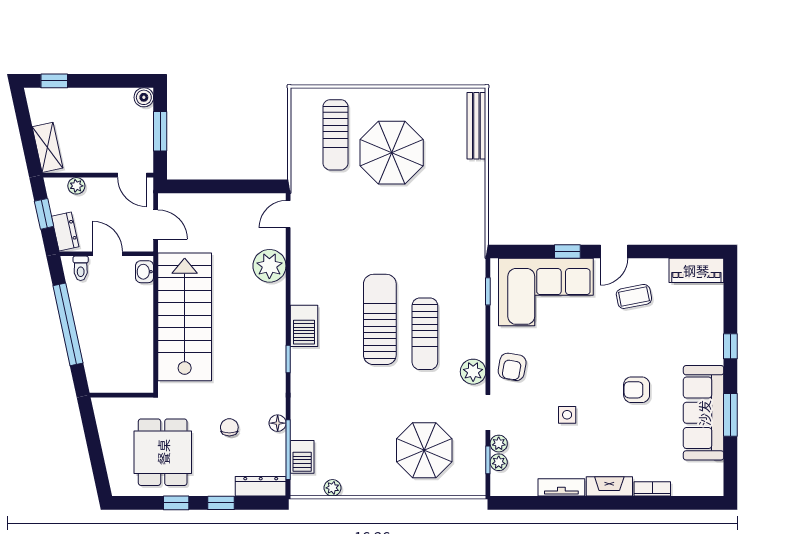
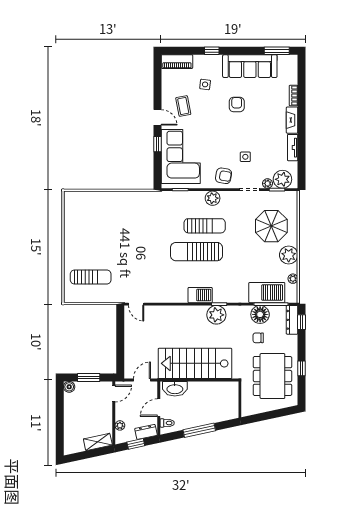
window: (54, 81) -> (60, 438), removed
bench: (476, 126) -> (85, 196), removed
parasol: (392, 153) -> (101, 245), removed
plant: (269, 266) -> (216, 315), moved
piano: (696, 270) -> (177, 62), moved, turned 90
washbasin: (145, 272) -> (175, 389), width x1.91, depth x1.45
window: (68, 324) -> (199, 430), width x0.68
side table: (672, 335) -> (205, 84), added
plant: (473, 372) -> (213, 198), moved
armchair: (637, 390) -> (237, 104), turned 180
side table: (567, 415) -> (245, 157), moved
window: (730, 415) -> (277, 51), moved
floor lamp: (278, 423) -> (260, 314), width x1.89, depth x1.89
dining table: (163, 452) -> (272, 376), width x1.38
barbecue: (302, 457) -> (267, 293), width x1.88, depth x1.53
plant: (499, 462) -> (282, 179), width x1.87, depth x1.87
plant: (374, 480) -> (289, 255), added
window: (221, 503) -> (302, 322), moved

